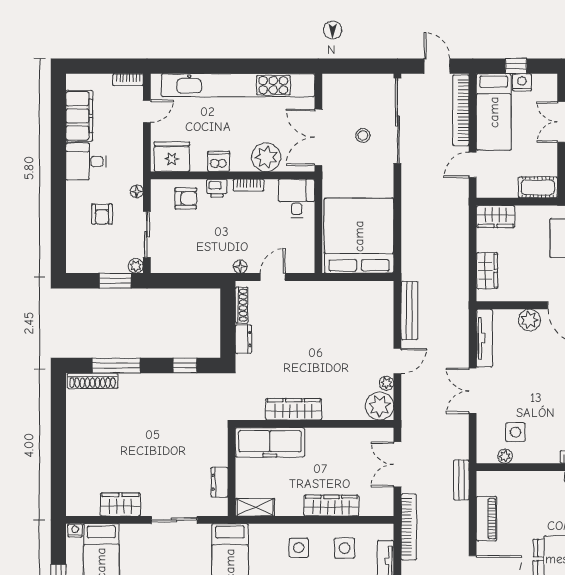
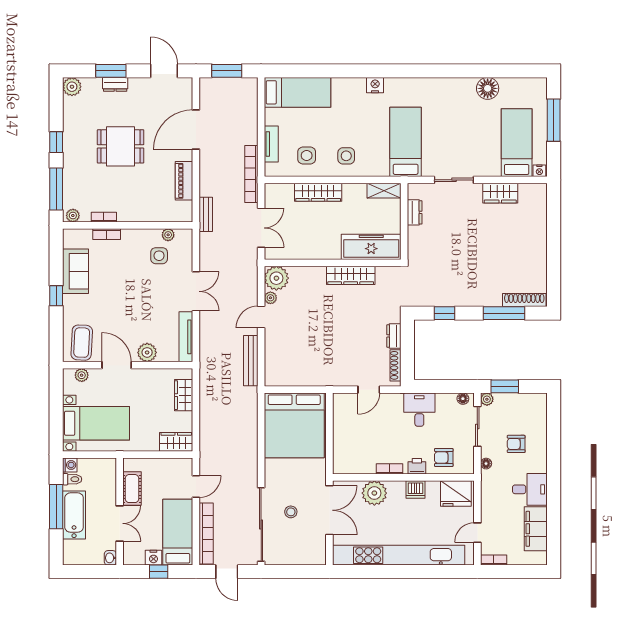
cot: (538, 187) -> (132, 489), moved, turned 90
desk: (297, 198) -> (419, 410), moved, turned 180
armchair: (102, 214) -> (516, 444), turned -90
floor lamp: (240, 267) -> (463, 399), moved

